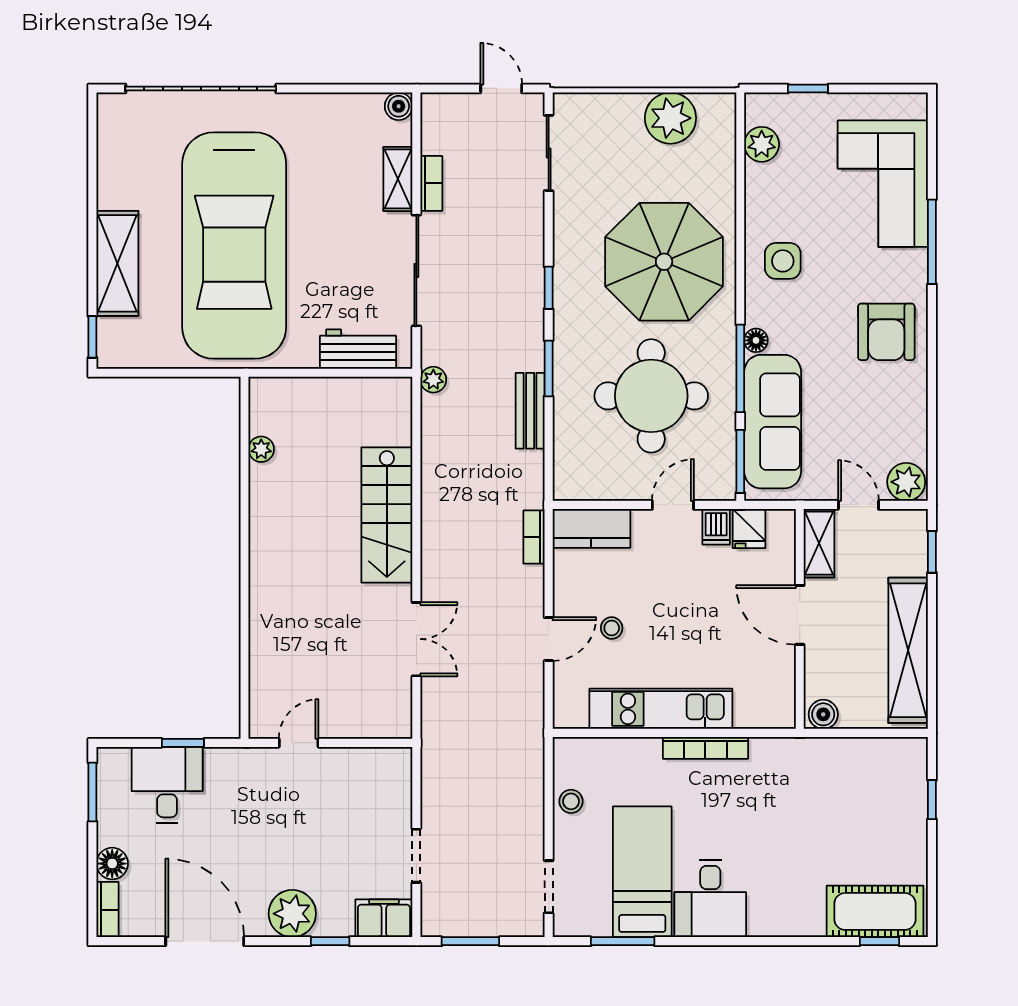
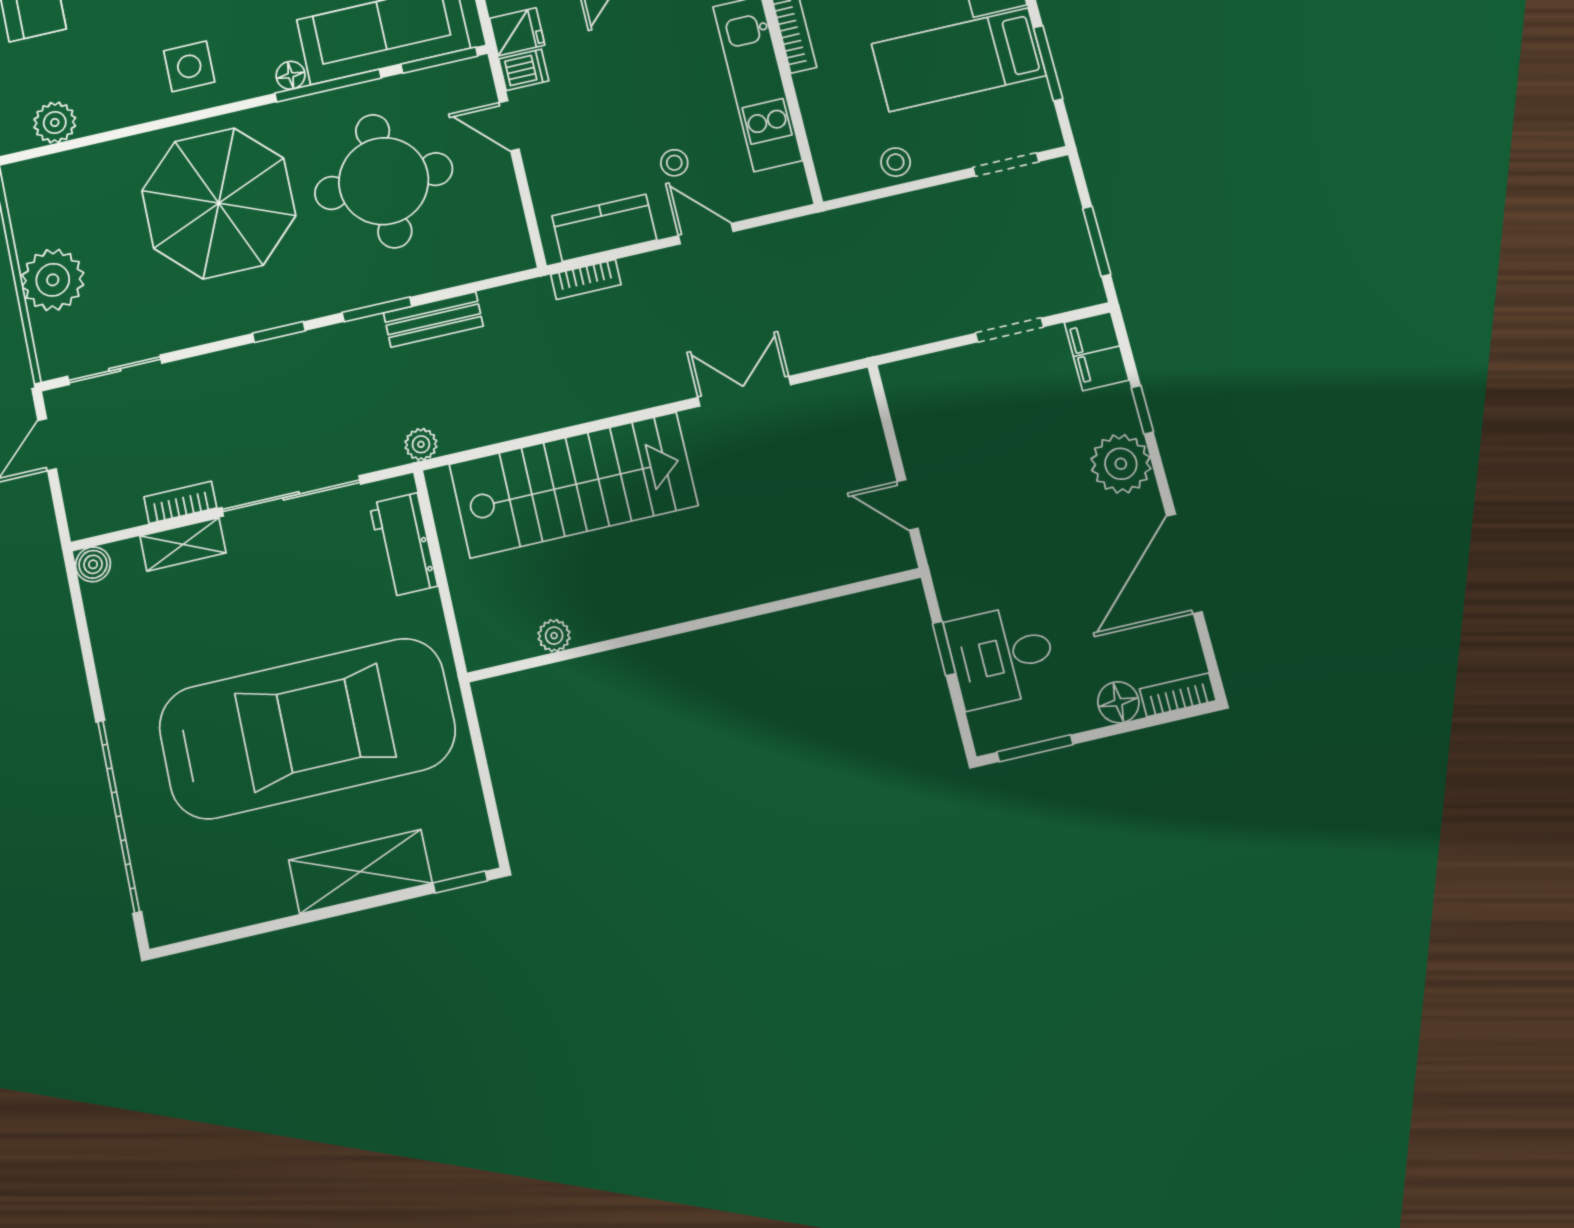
plant: (670, 118) -> (53, 280), moved
stairs: (387, 515) -> (573, 485), width x1.36, depth x1.51
kitchen counter: (591, 528) -> (604, 228), moved, turned -90

